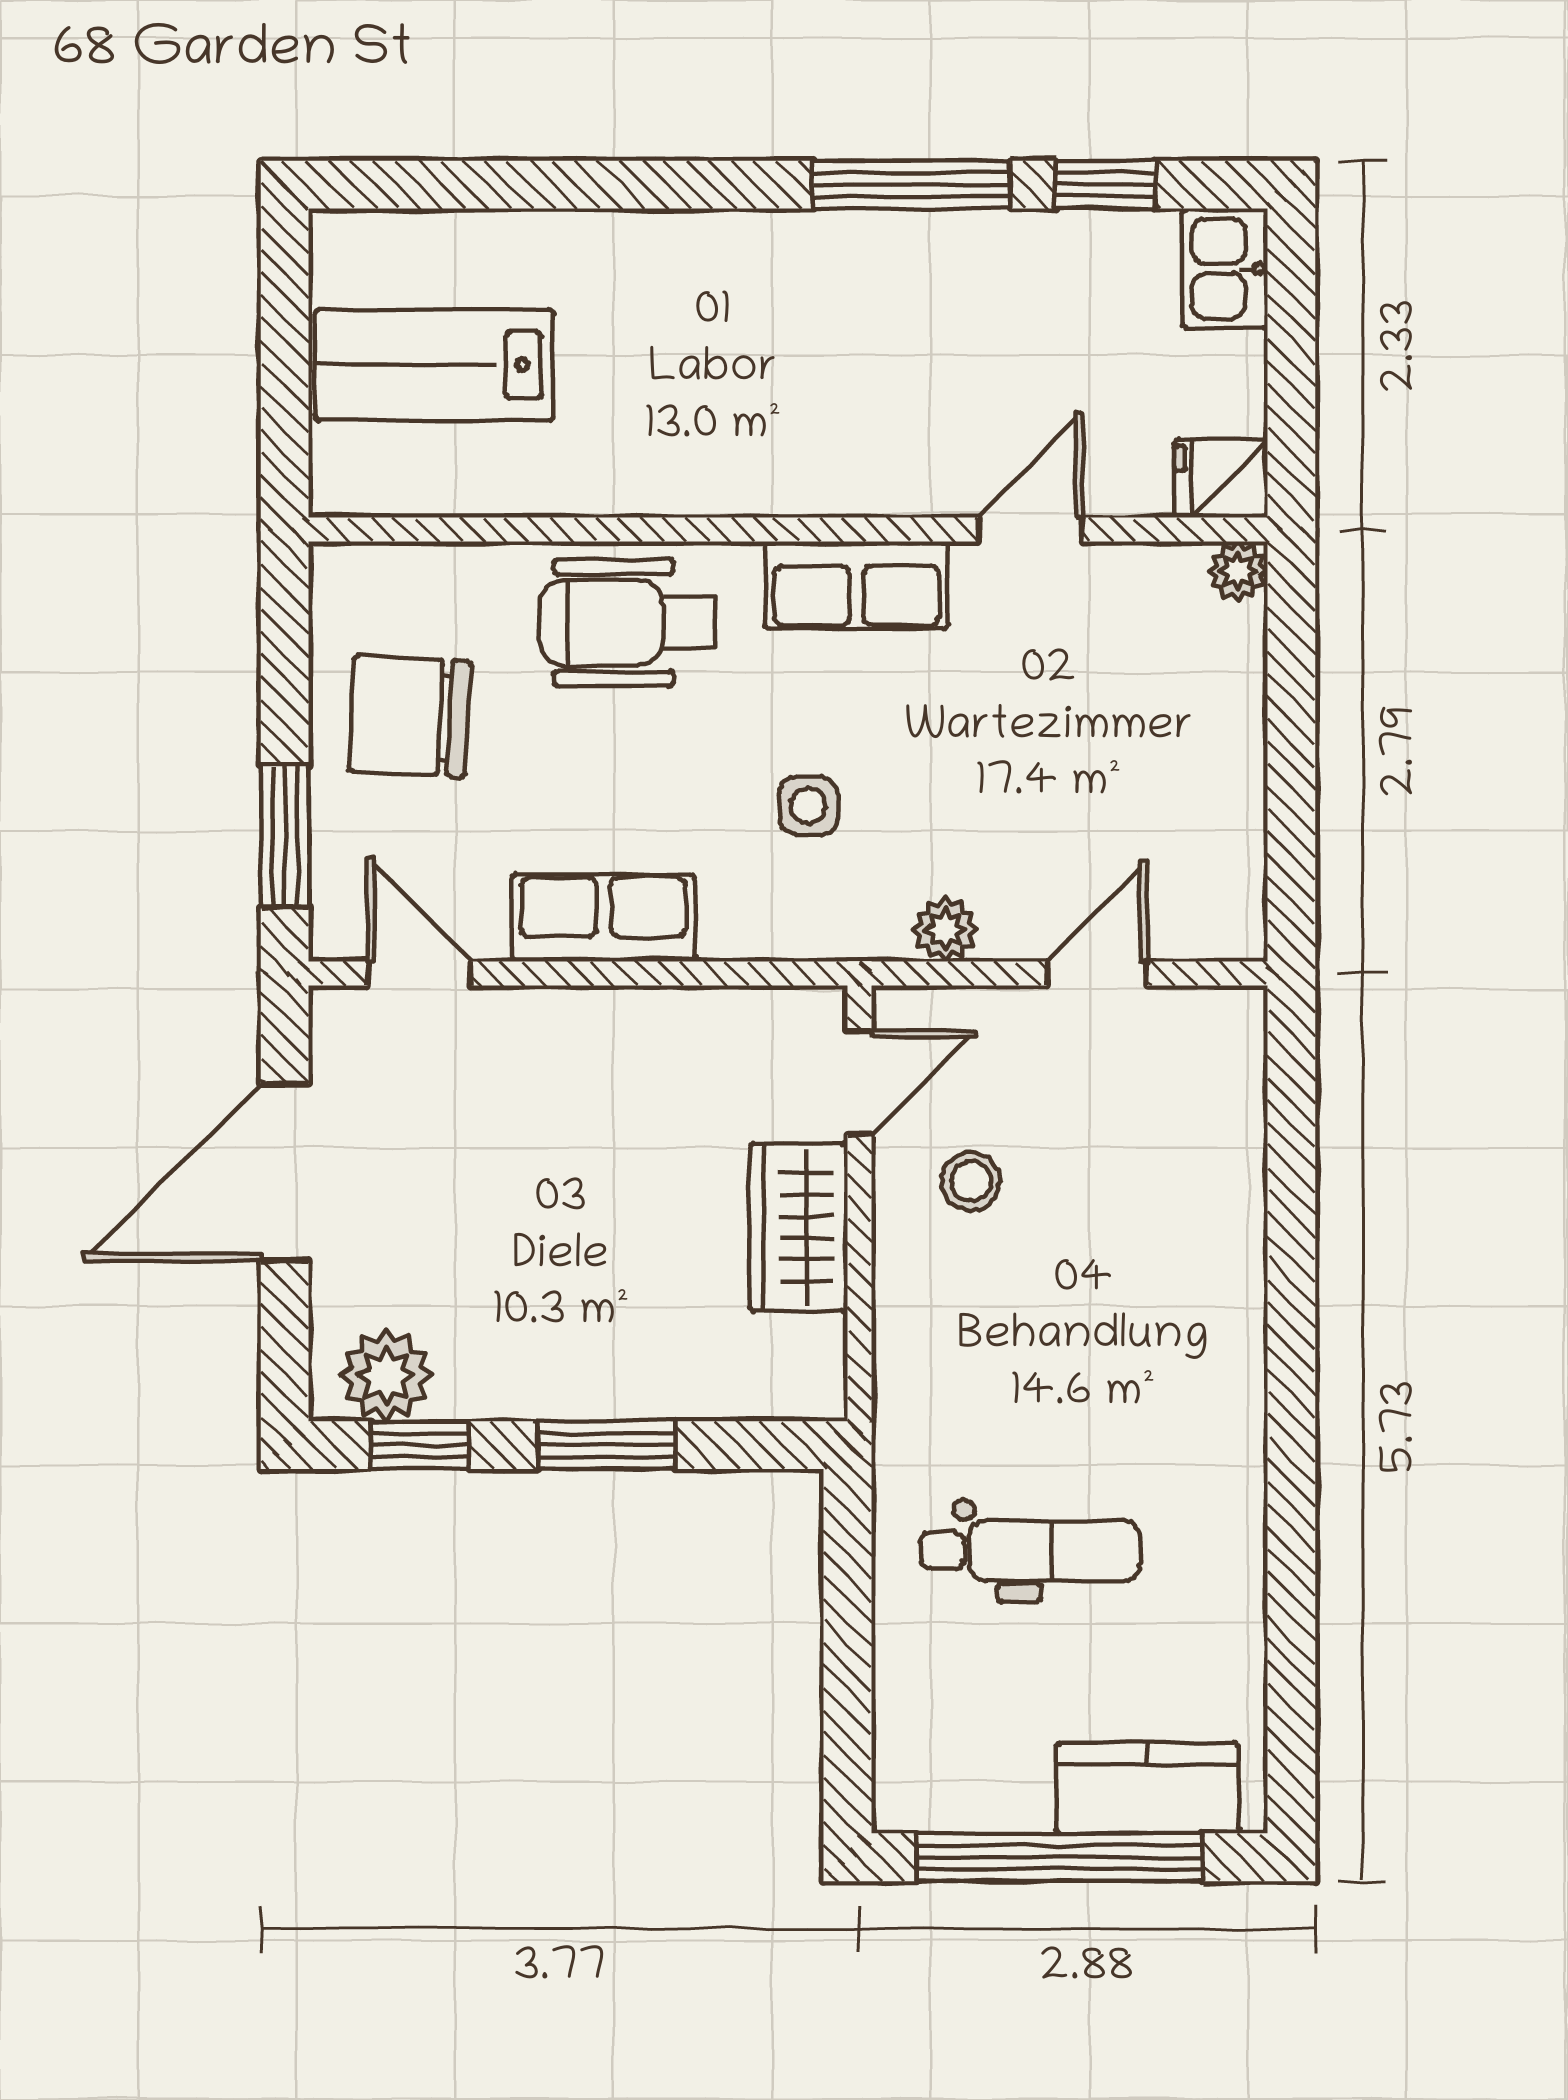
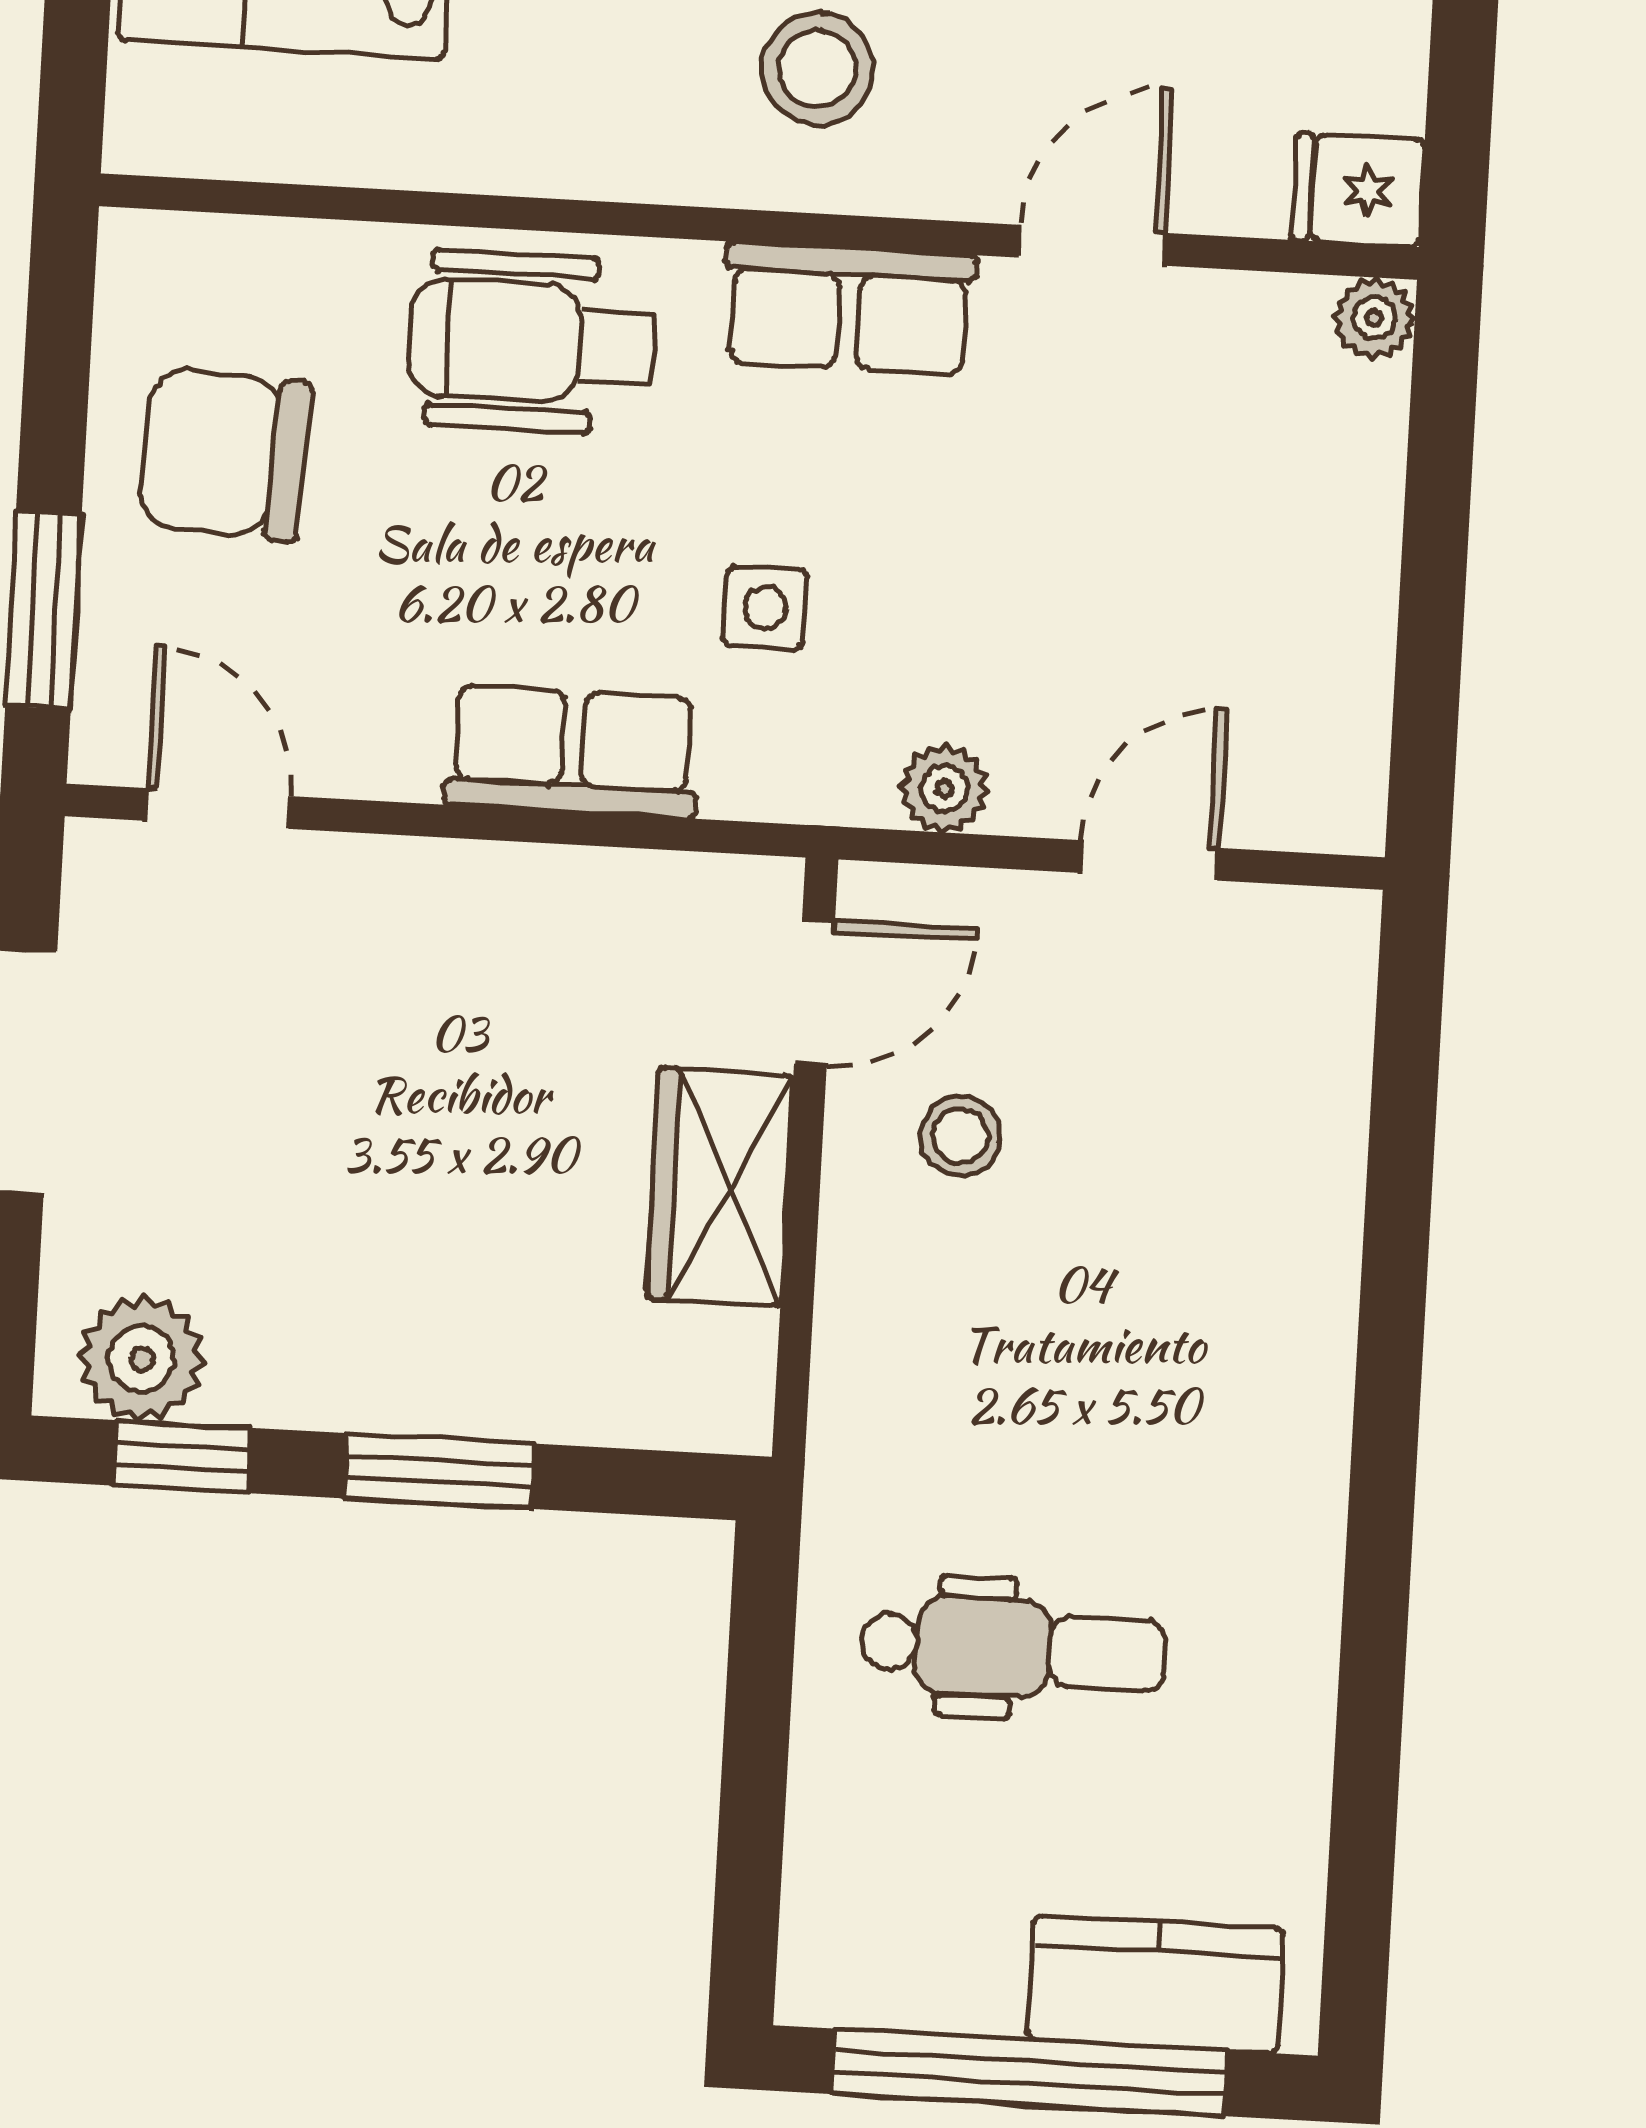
stool: (824, 412) -> (818, 68), added
row of seats: (604, 918) -> (573, 752), moved

